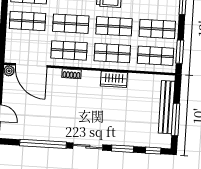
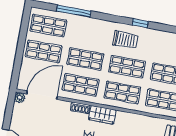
door: (31, 65) -> (42, 95), swing flipped
wardrobe: (114, 79) -> (102, 115), moved

